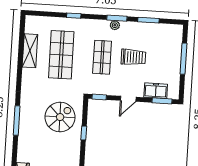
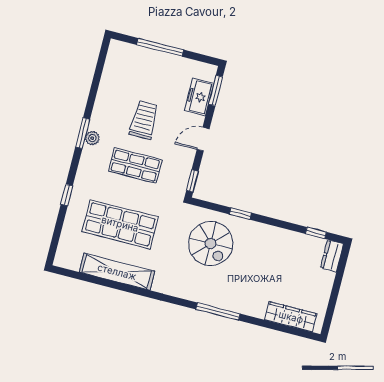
window: (148, 20) -> (94, 88), removed
shelving: (30, 51) -> (117, 272), width x1.47
door: (128, 99) -> (203, 139), swing flipped
spiral stairs: (60, 117) -> (211, 244), turned 180
window: (17, 120) -> (218, 312), moved

